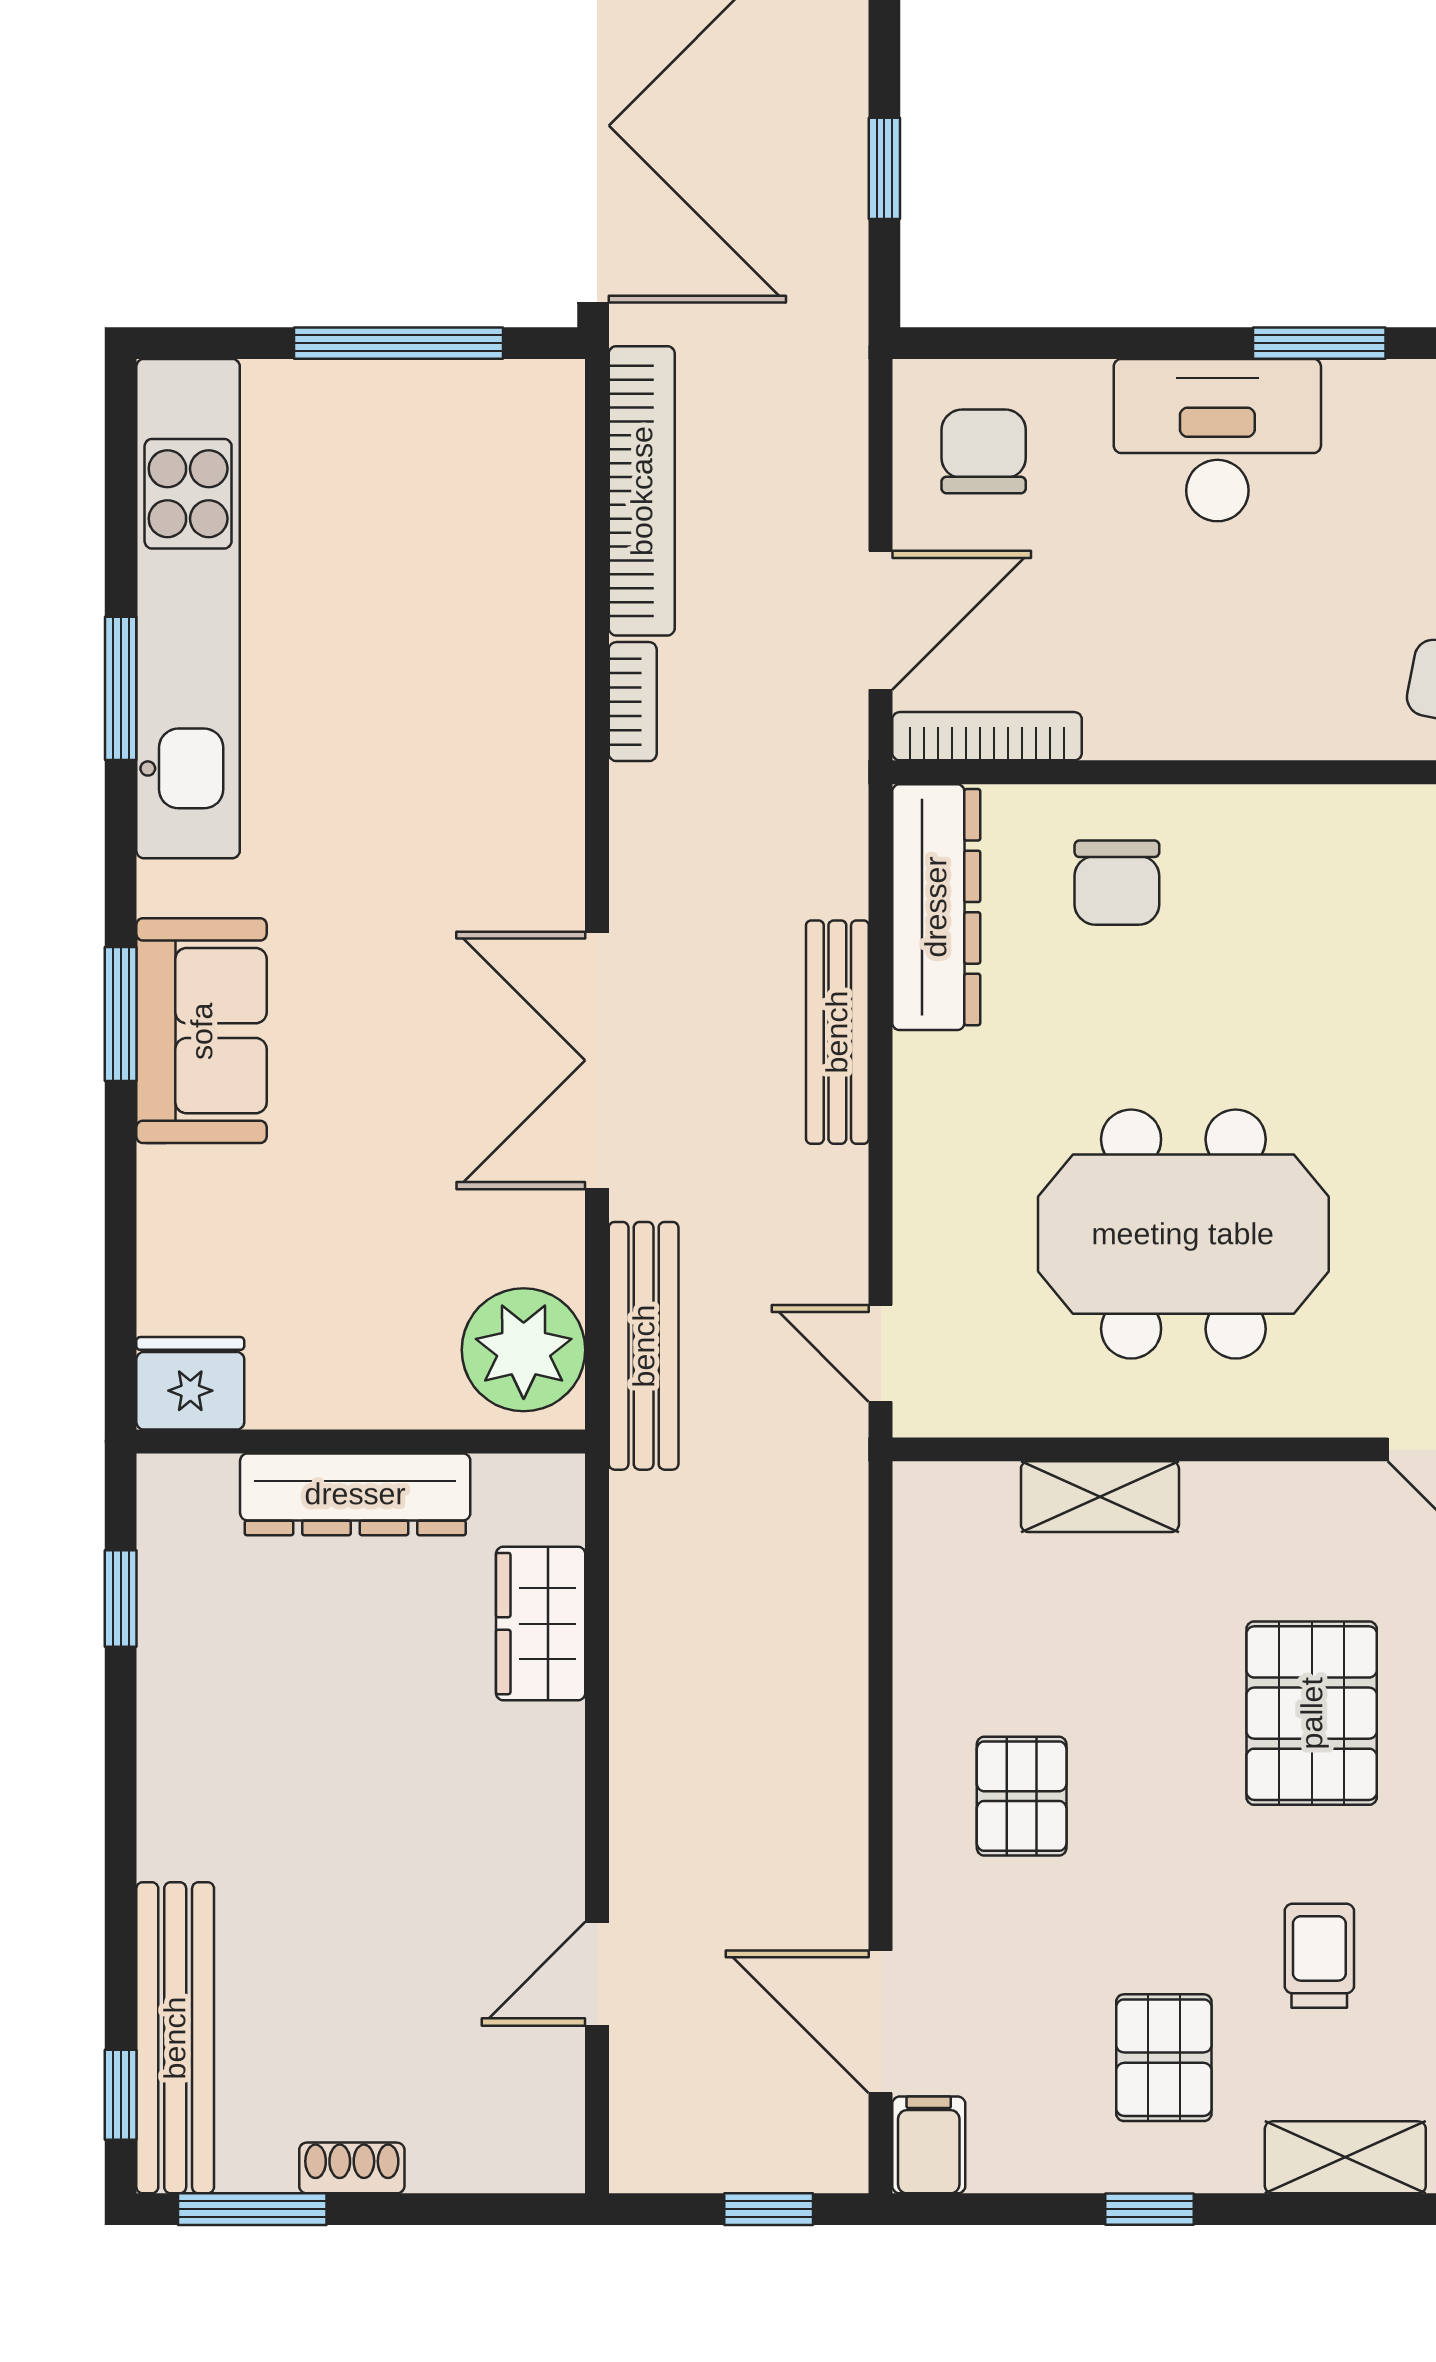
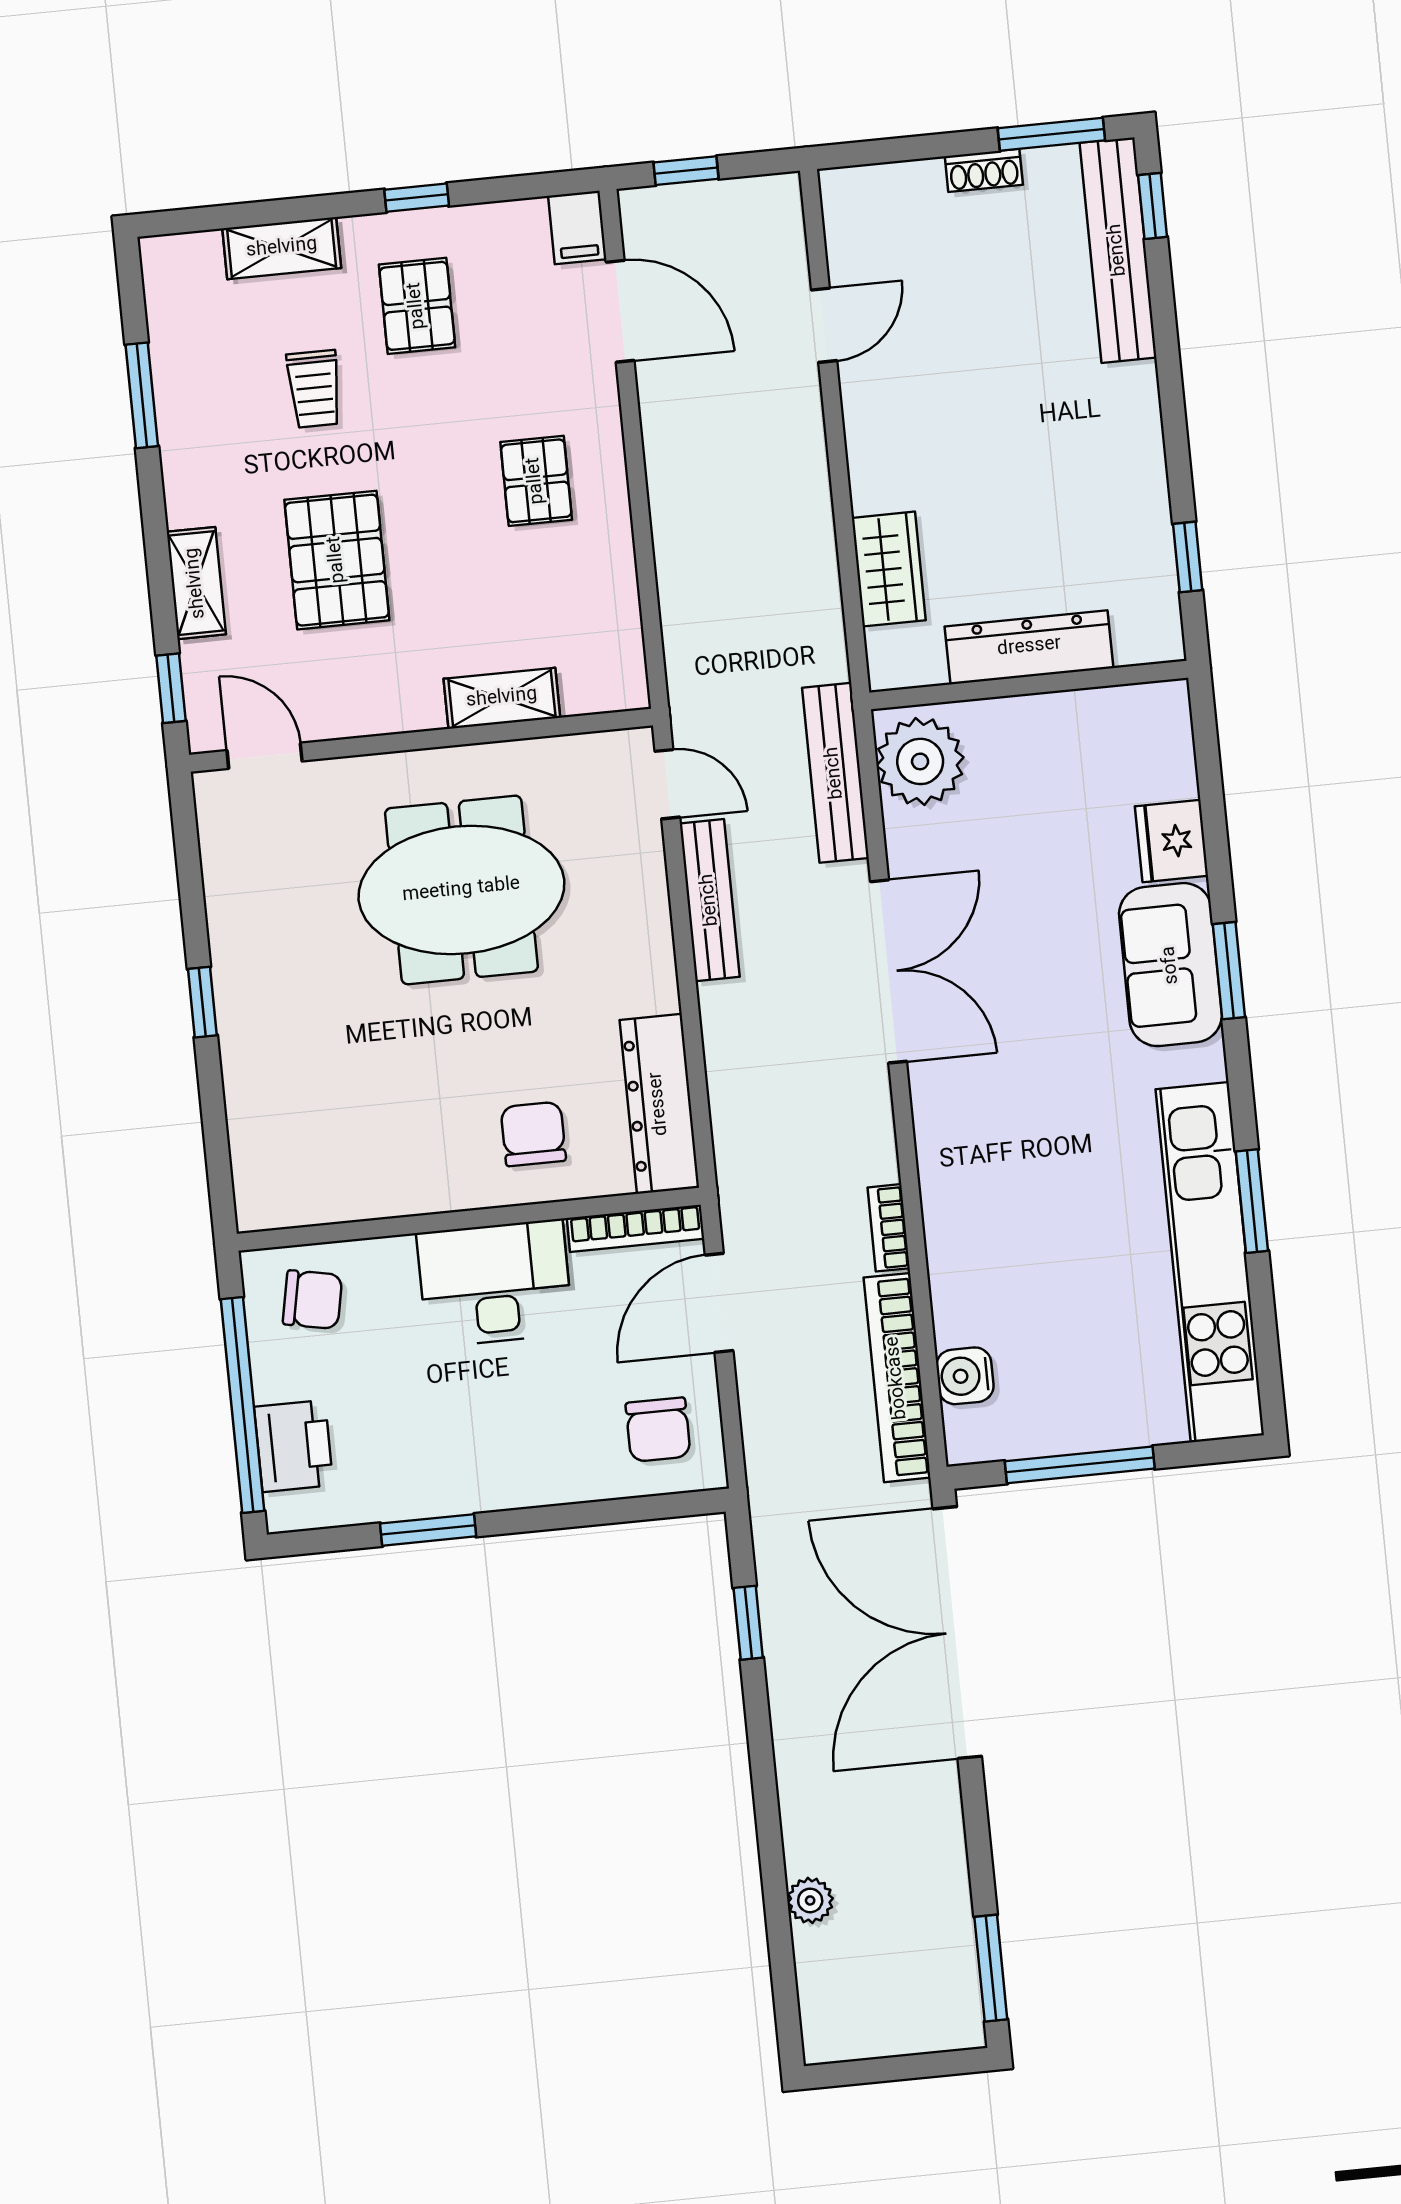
desk: (1217, 440) -> (495, 1283), moved, turned 180
water cooler: (547, 484) -> (965, 1376), added
bench: (837, 1032) -> (710, 900), moved
fridge: (190, 1383) -> (1172, 841), moved, turned 90

